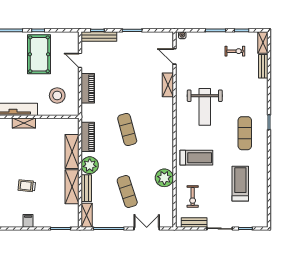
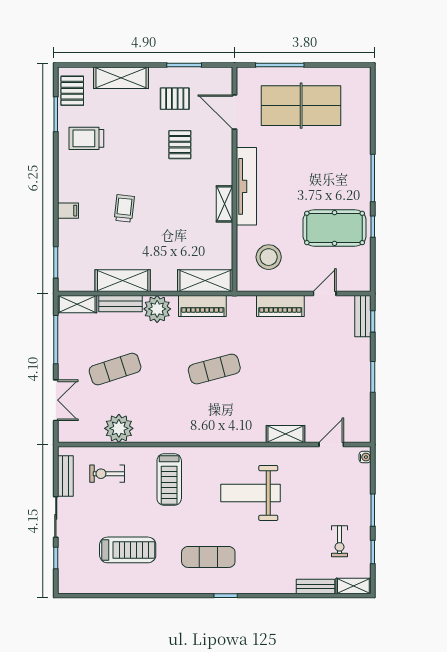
bench: (99, 37) -> (363, 316), width x0.73
shelving: (72, 152) -> (205, 281), moved
plant: (164, 178) -> (119, 428), moved

